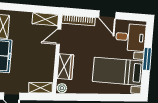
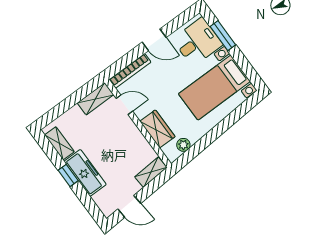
door: (59, 37) -> (124, 105), swing flipped
window: (147, 59) -> (223, 36), moved
plant: (62, 88) -> (183, 145), moved

